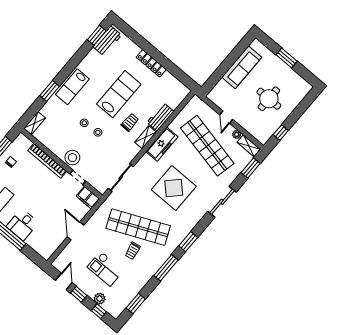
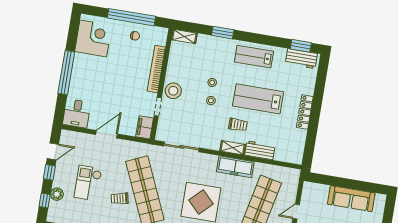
lab bench: (72, 87) -> (254, 57), moved
lab bench: (119, 94) -> (258, 99), turned 180
desk: (22, 225) -> (77, 113), moved, turned -90

